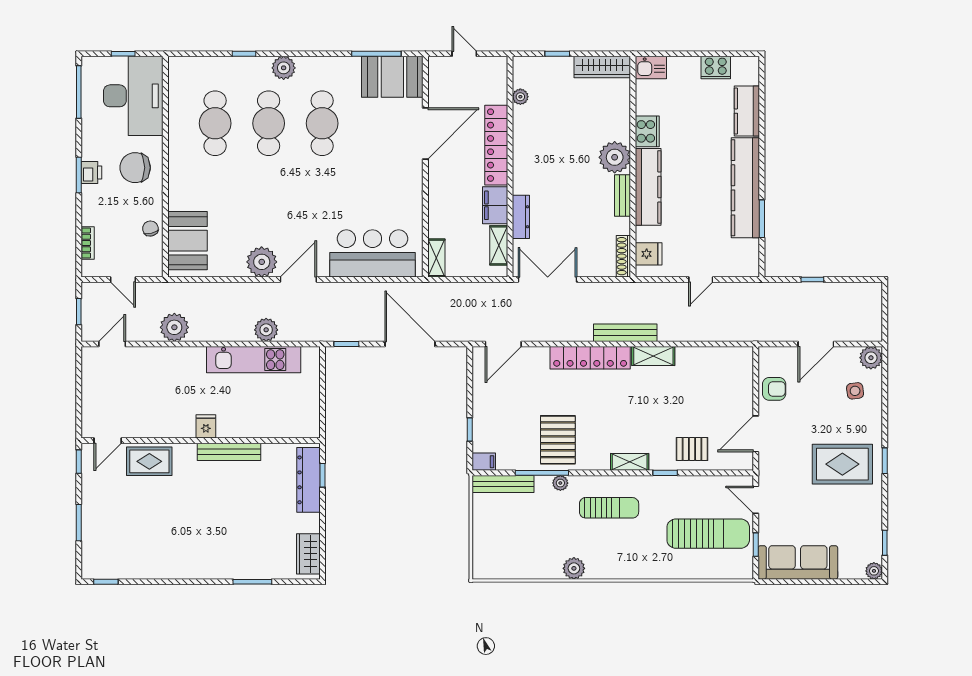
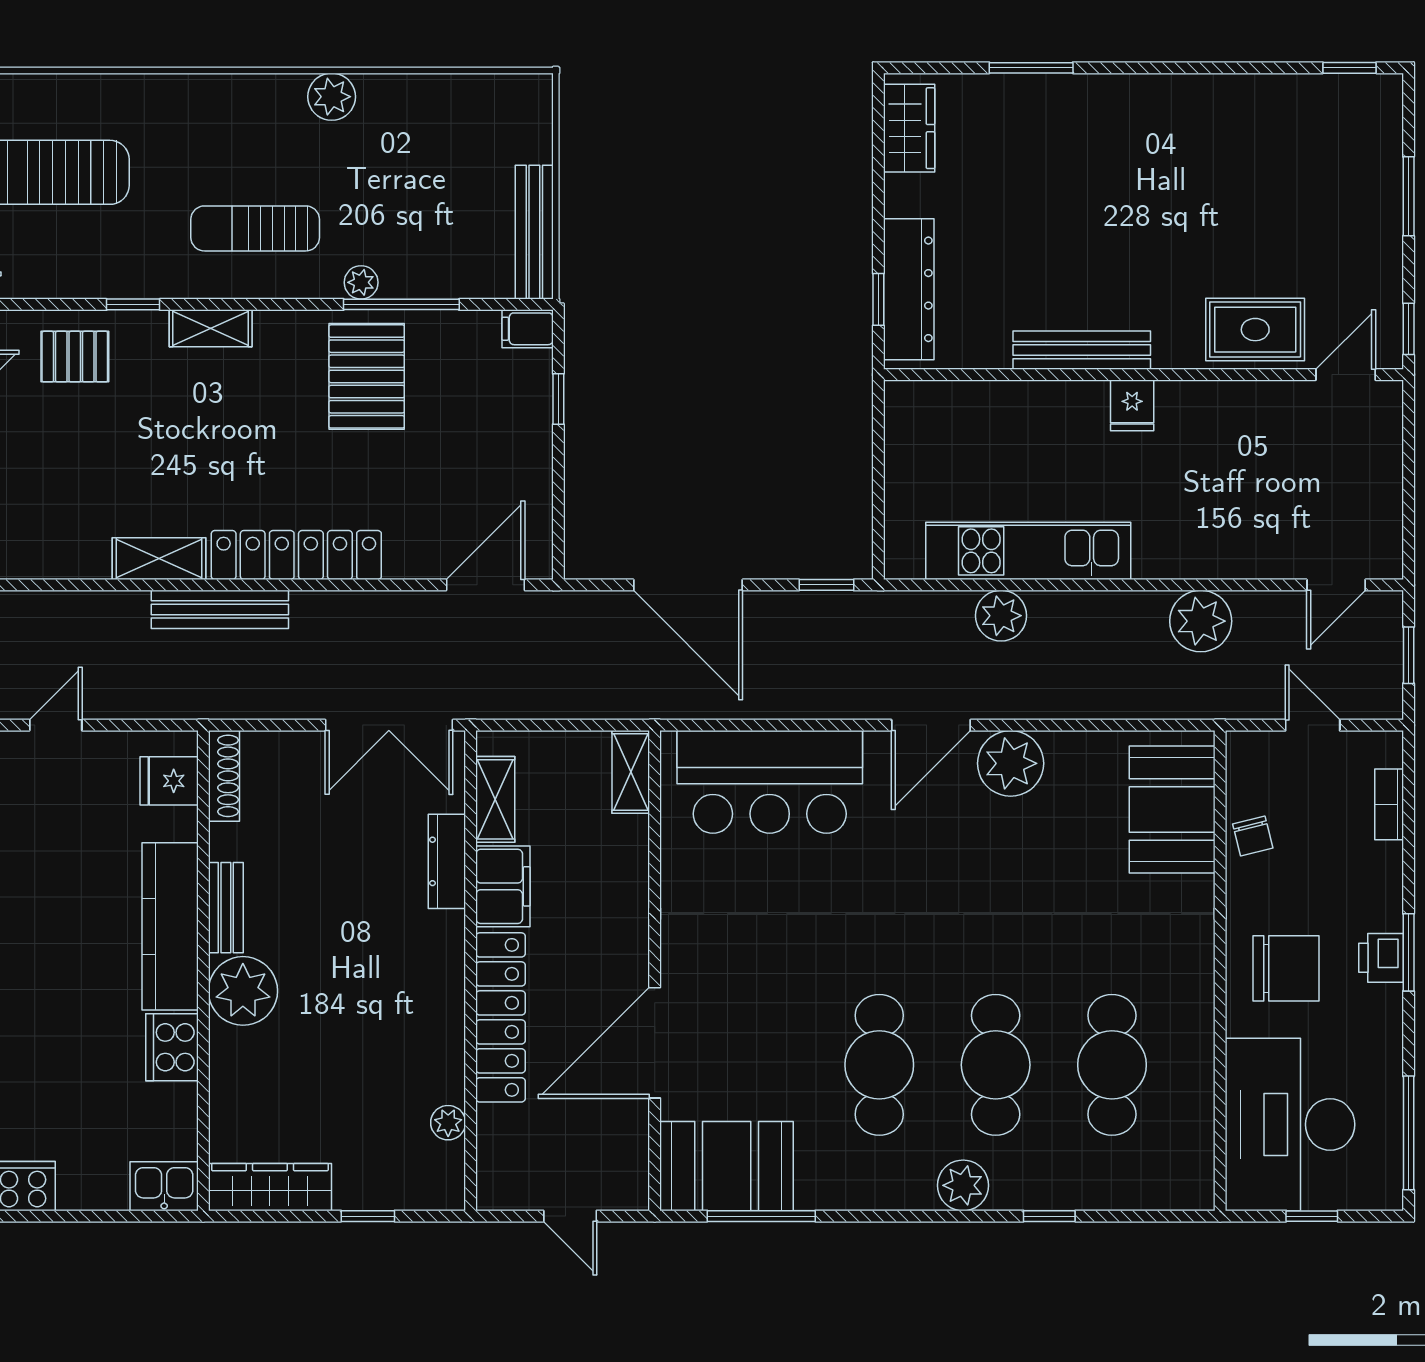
bench: (503, 484) -> (534, 232), moved, turned 90

